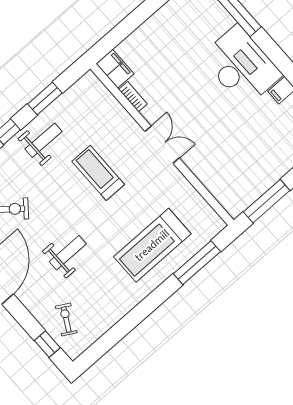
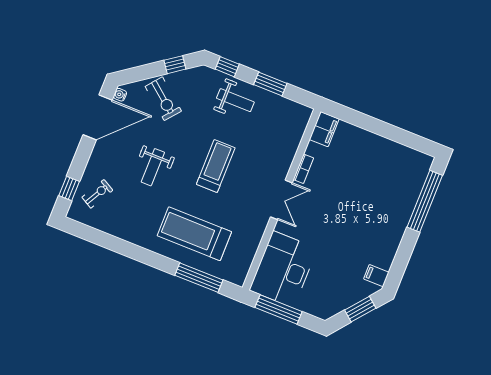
desk: (241, 66) -> (283, 269), moved, turned 180
bookcase: (133, 97) -> (303, 169), moved
treadmill: (98, 173) -> (216, 166), moved
weight bench: (68, 253) -> (153, 167), turned 90

